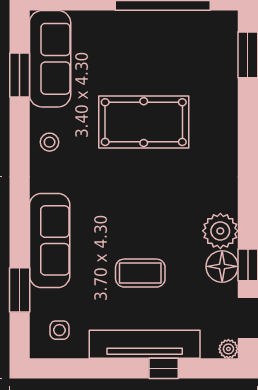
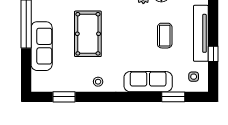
sofa: (50, 59) -> (42, 46), moved, turned 90
window: (164, 368) -> (213, 54), moved

